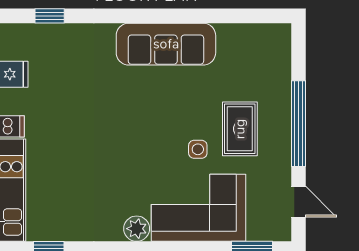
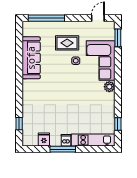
sofa: (166, 44) -> (31, 58), moved
window: (298, 124) -> (46, 18), moved

